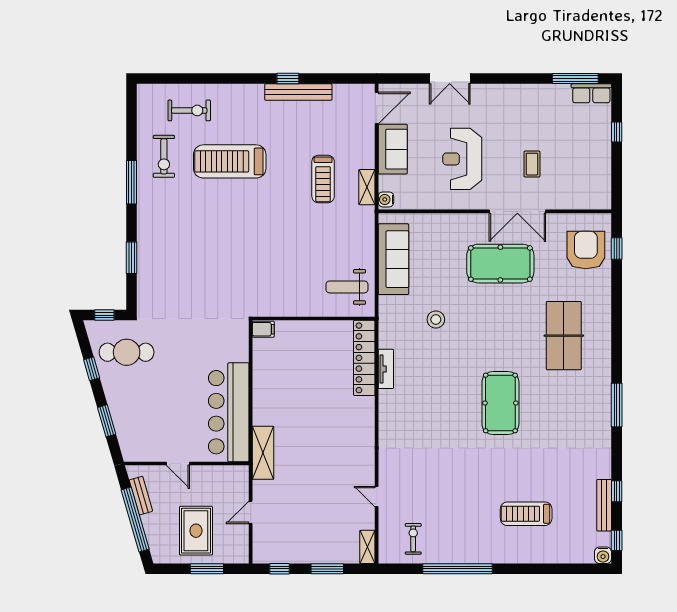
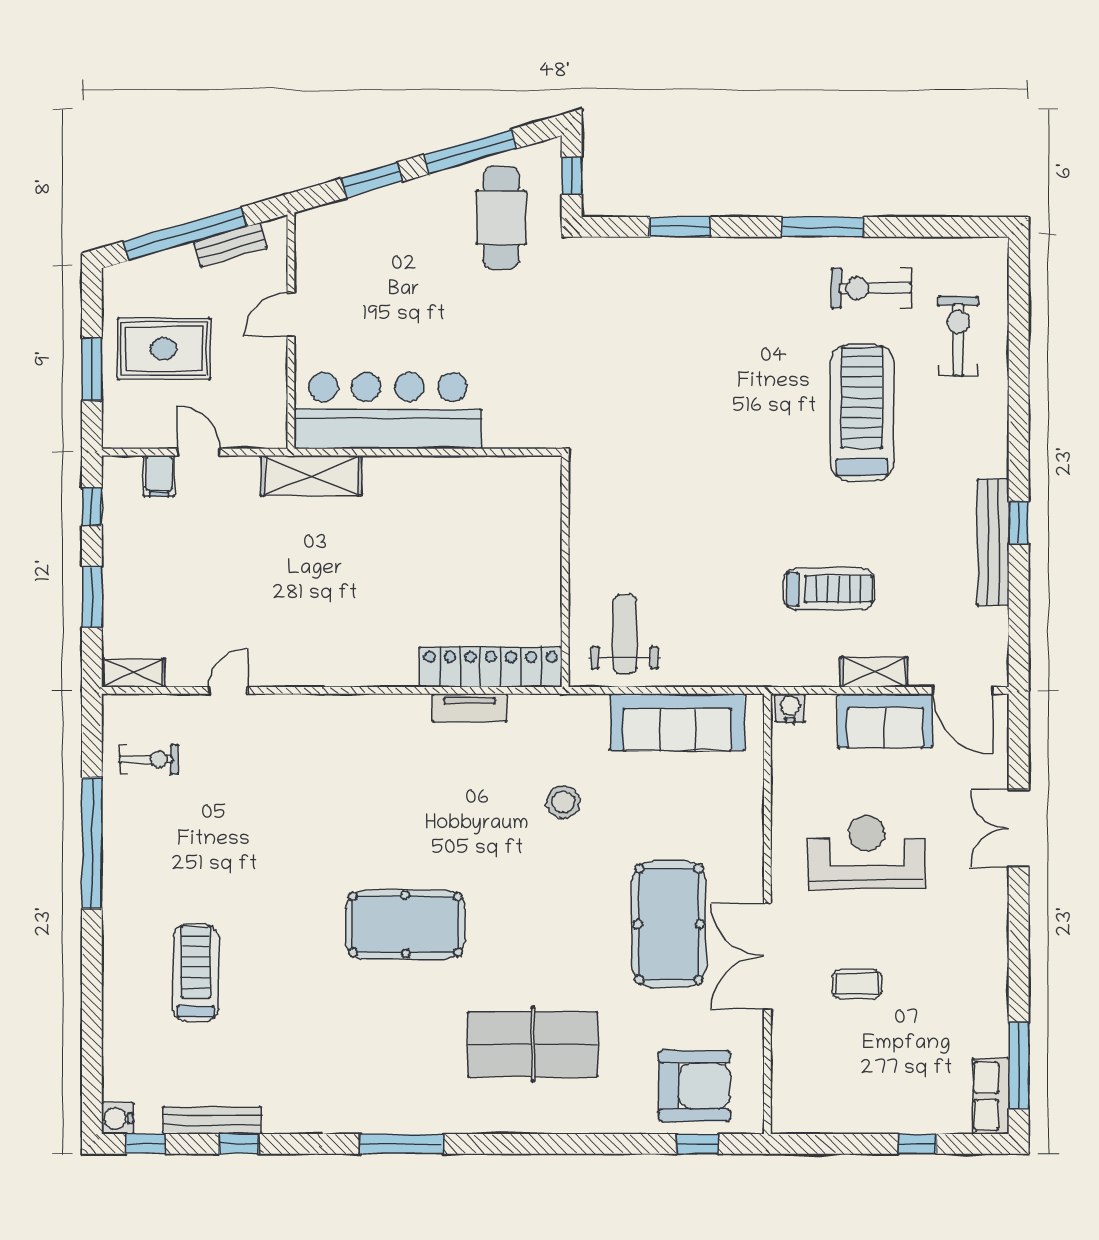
exercise bike: (189, 110) -> (958, 336), turned 180
treadmill: (323, 179) -> (829, 589), turned 180
shelving: (367, 187) -> (874, 672), moved
filing cabinet: (263, 329) -> (159, 476), moved
window: (92, 369) -> (470, 152), width x2.17

